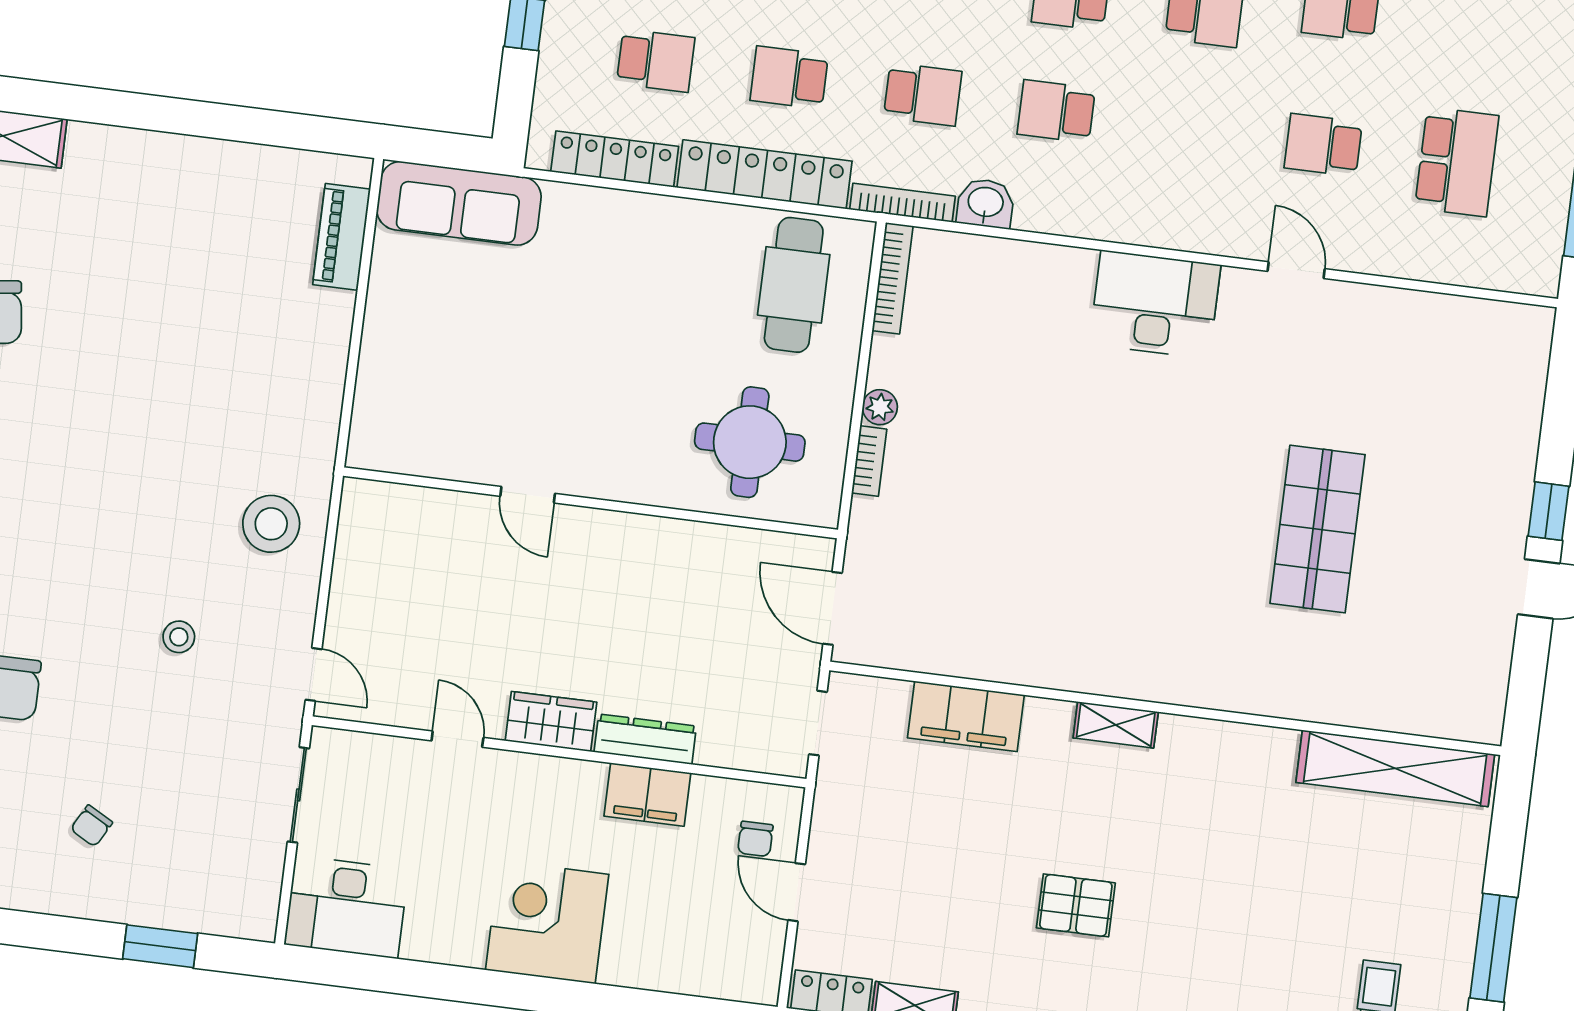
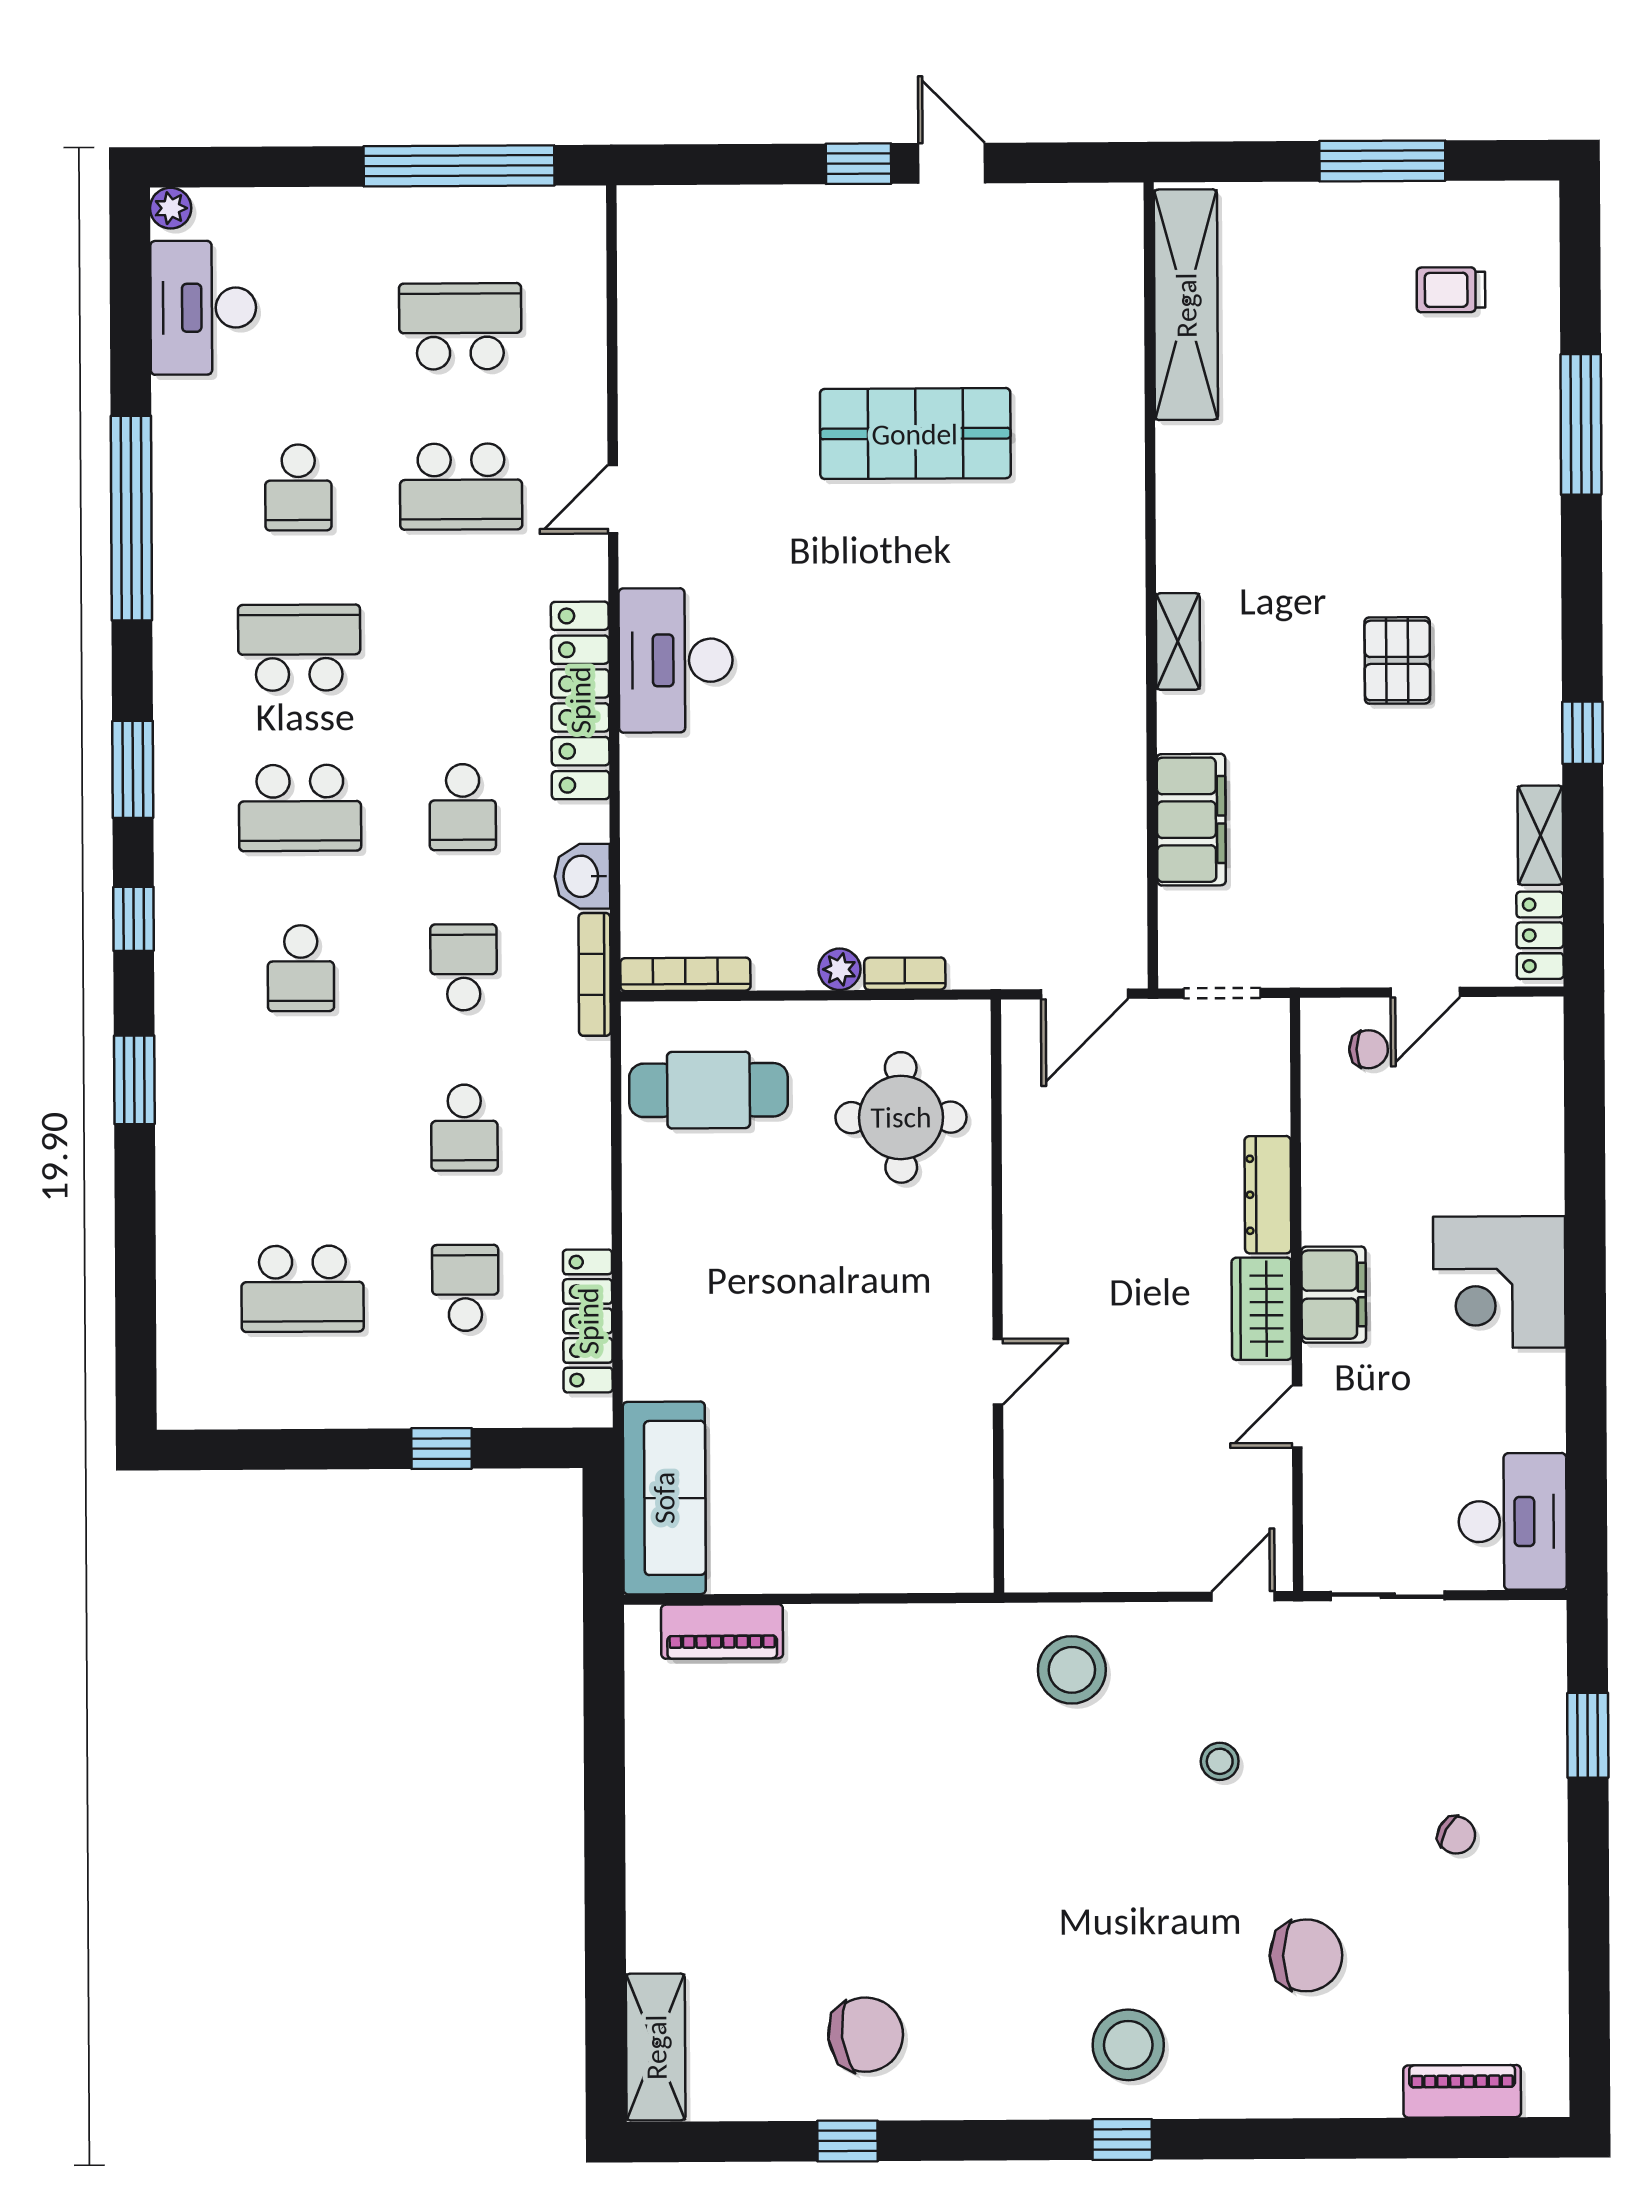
school desk: (1323, 145) -> (461, 487), width x1.85
locker: (765, 174) -> (580, 700), moved
filing cabinet: (647, 795) -> (1334, 1295), moved

